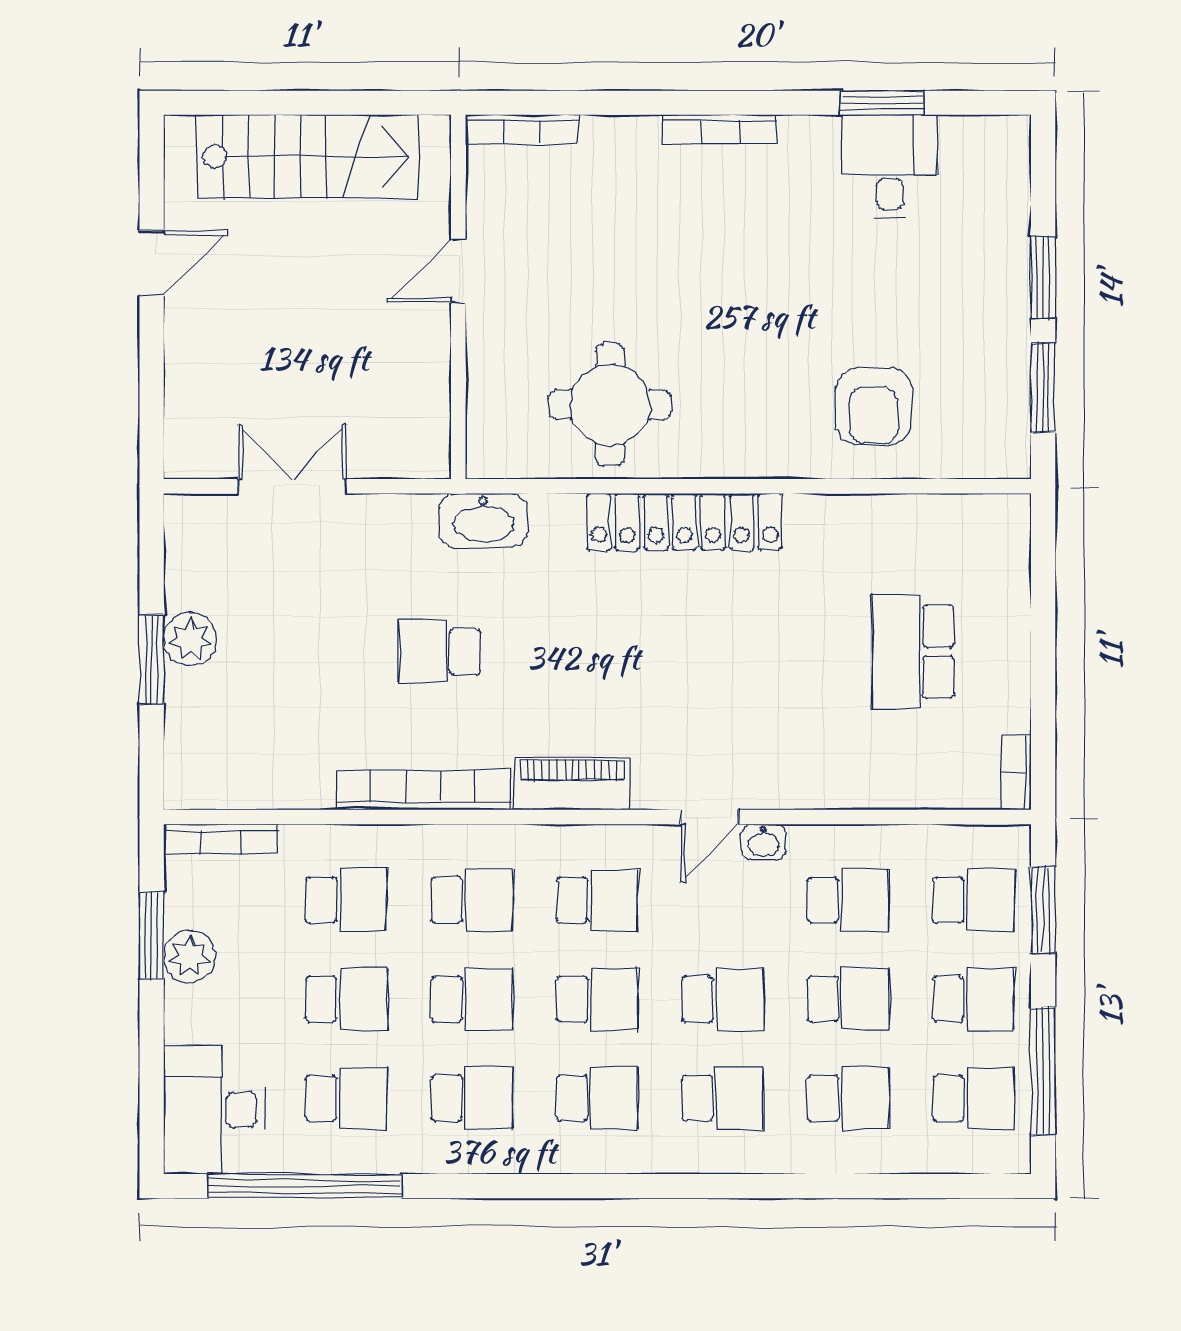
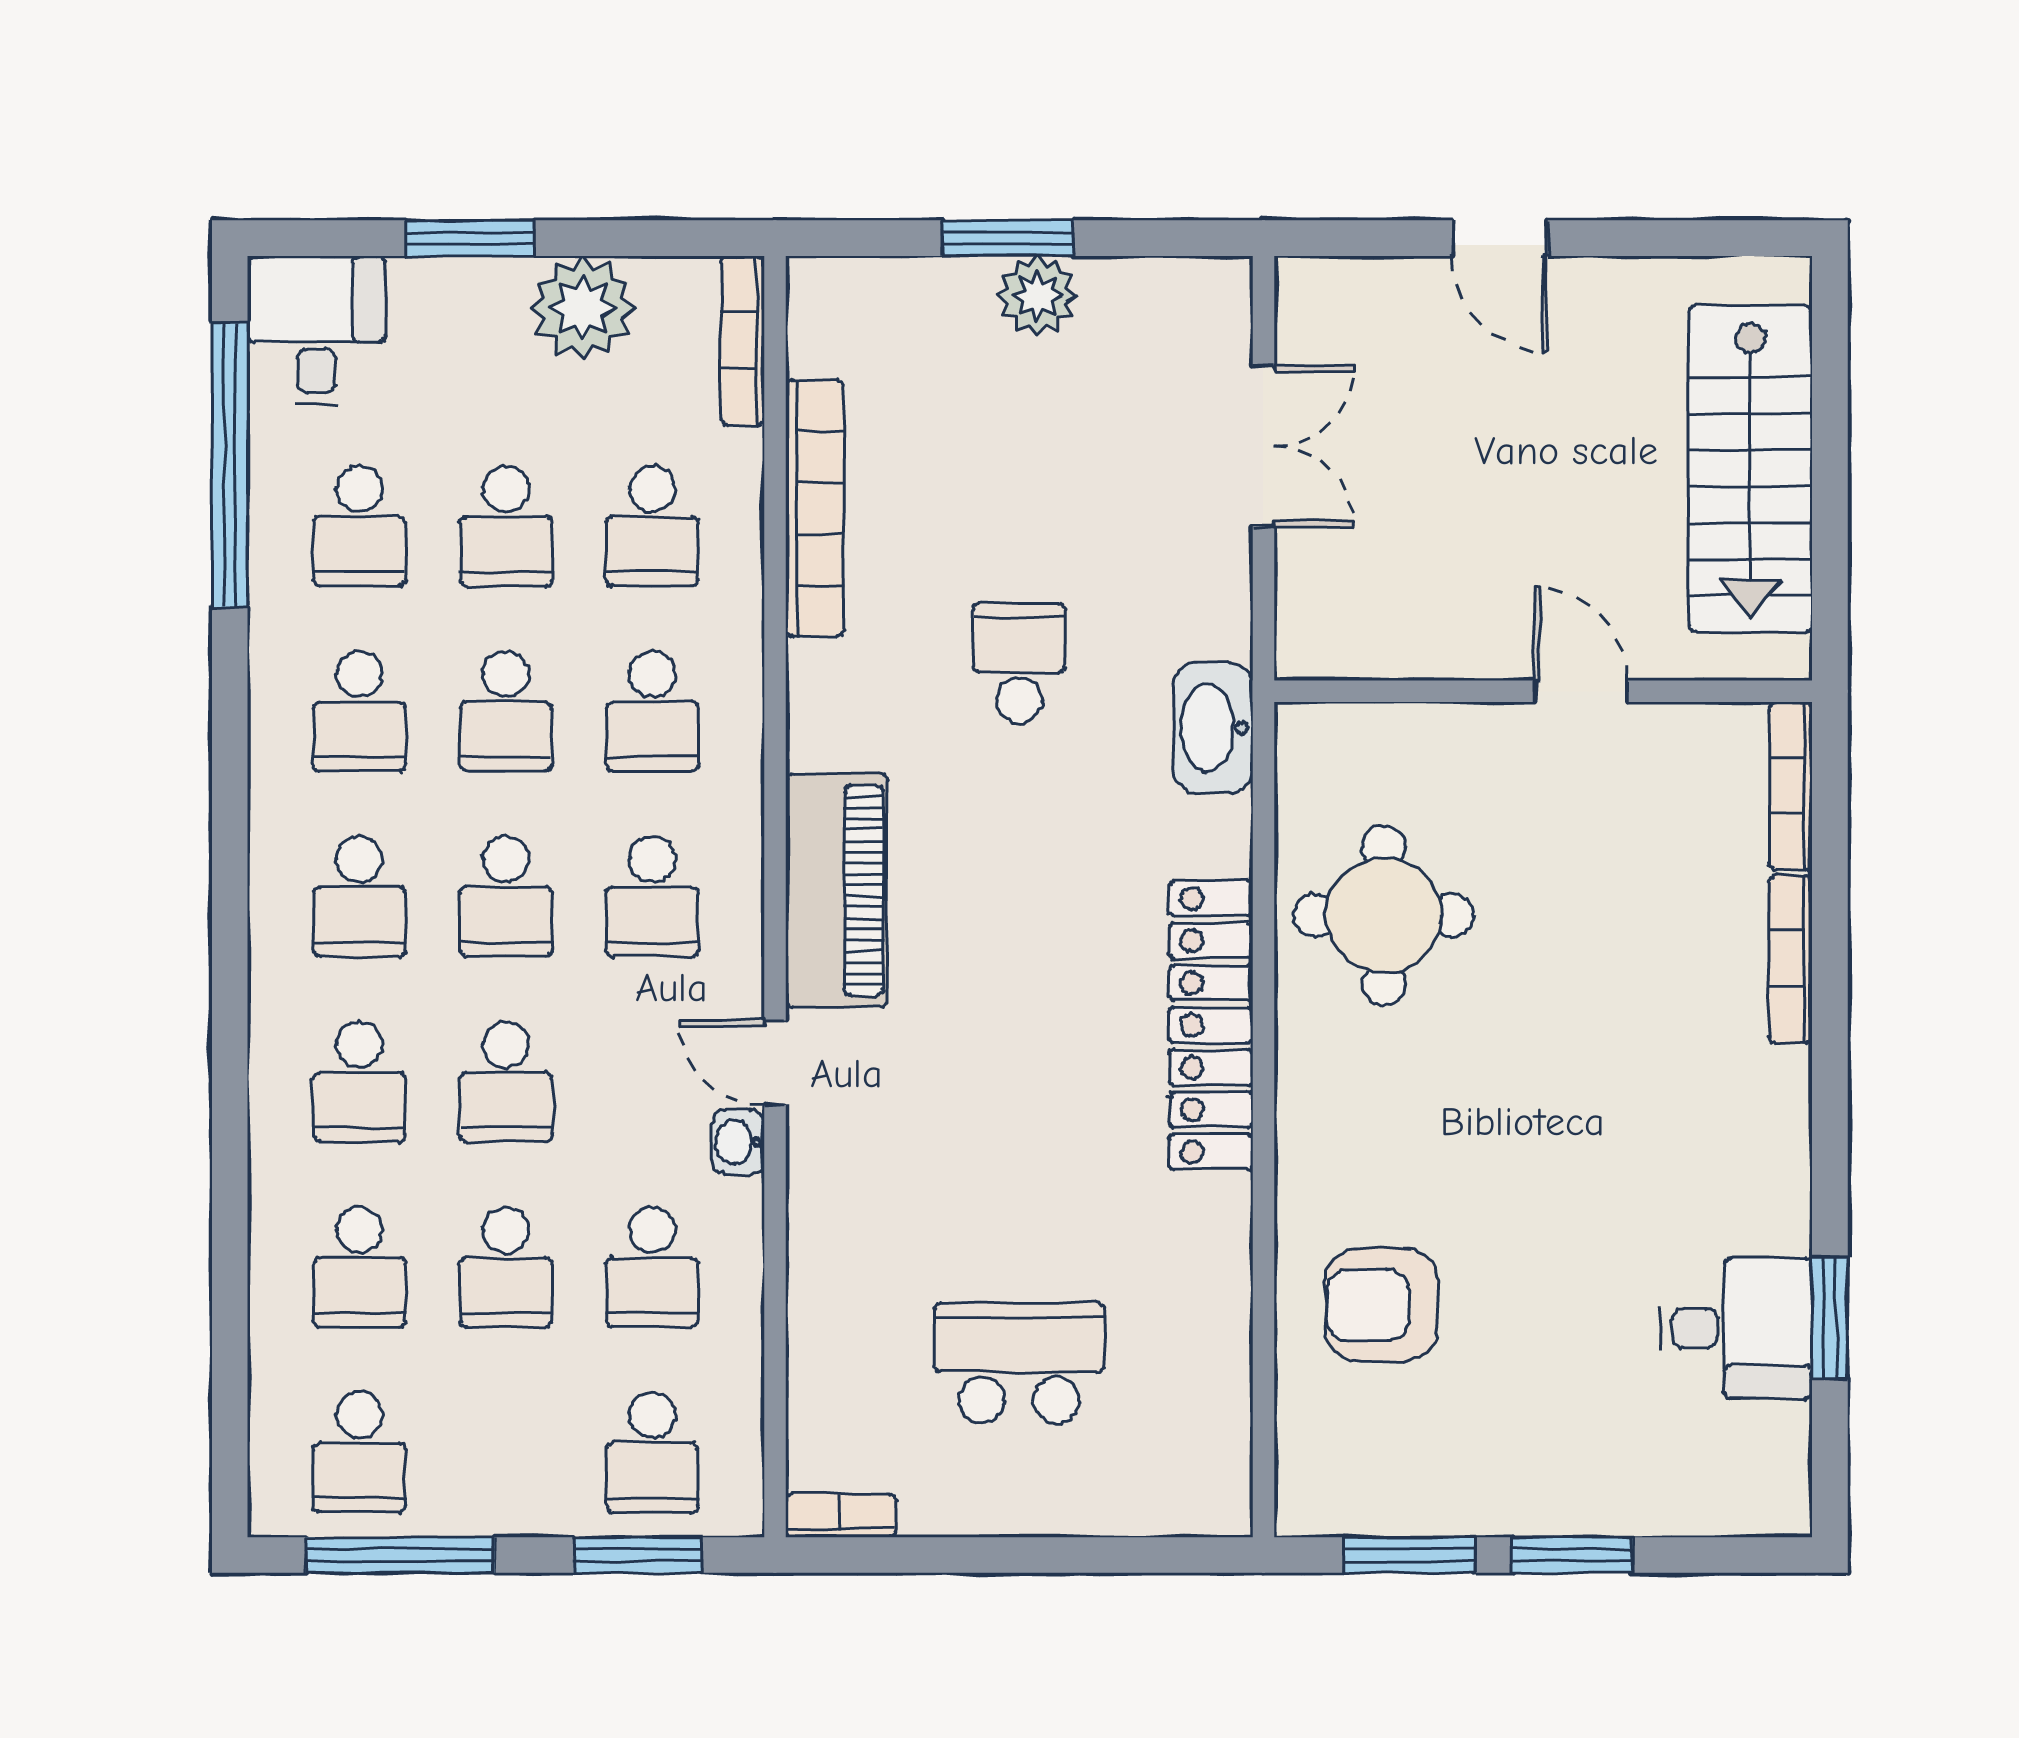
bookcase: (720, 129) -> (1791, 959), moved
door: (152, 263) -> (1500, 238), moved
piano: (572, 784) -> (836, 891), width x1.37, depth x1.33
bookcase: (423, 790) -> (815, 508), moved
window: (152, 936) -> (470, 238), moved
plant: (189, 956) -> (583, 308), width x1.36, depth x1.36
school desk: (974, 999) -> (506, 1452), removed
desk: (214, 1110) -> (317, 330), width x0.73

